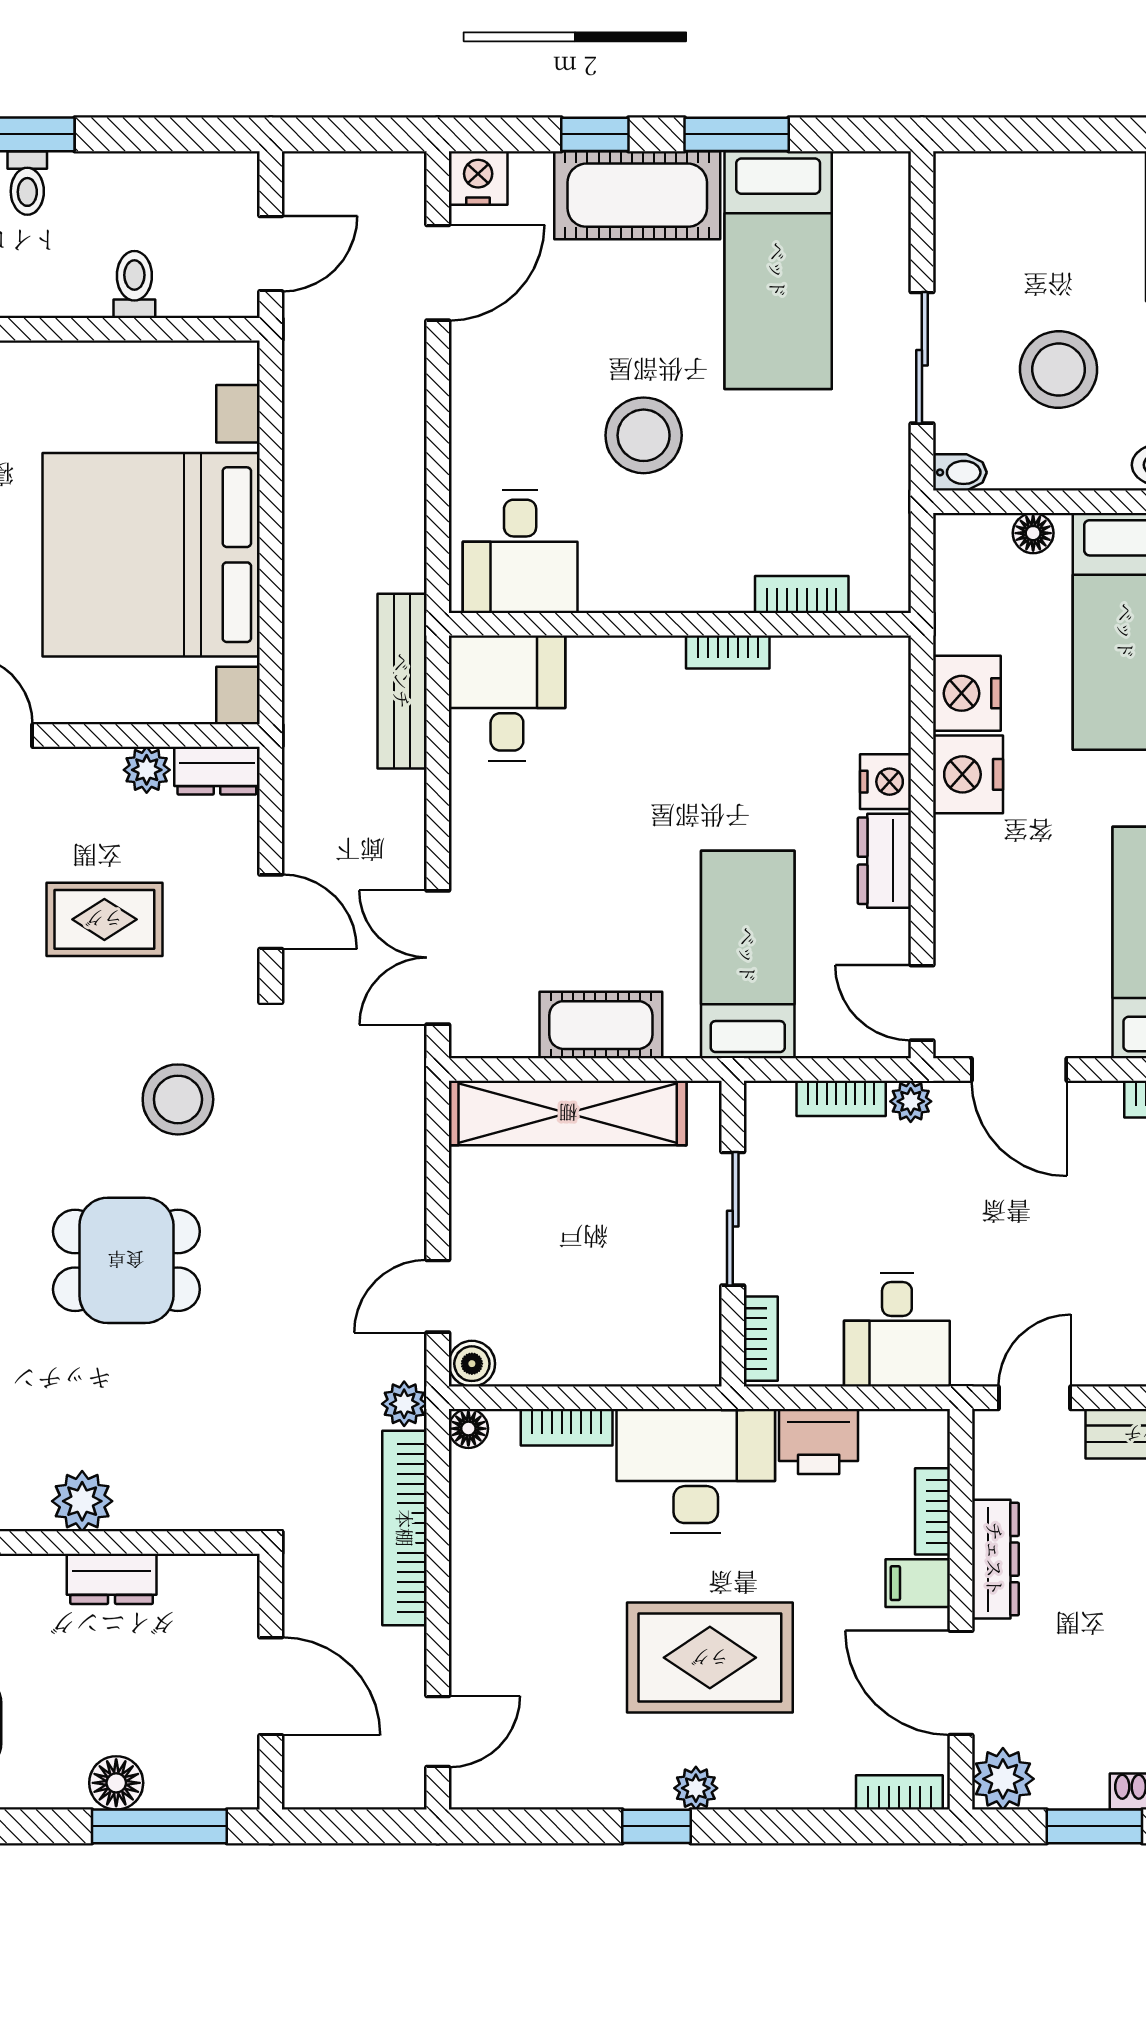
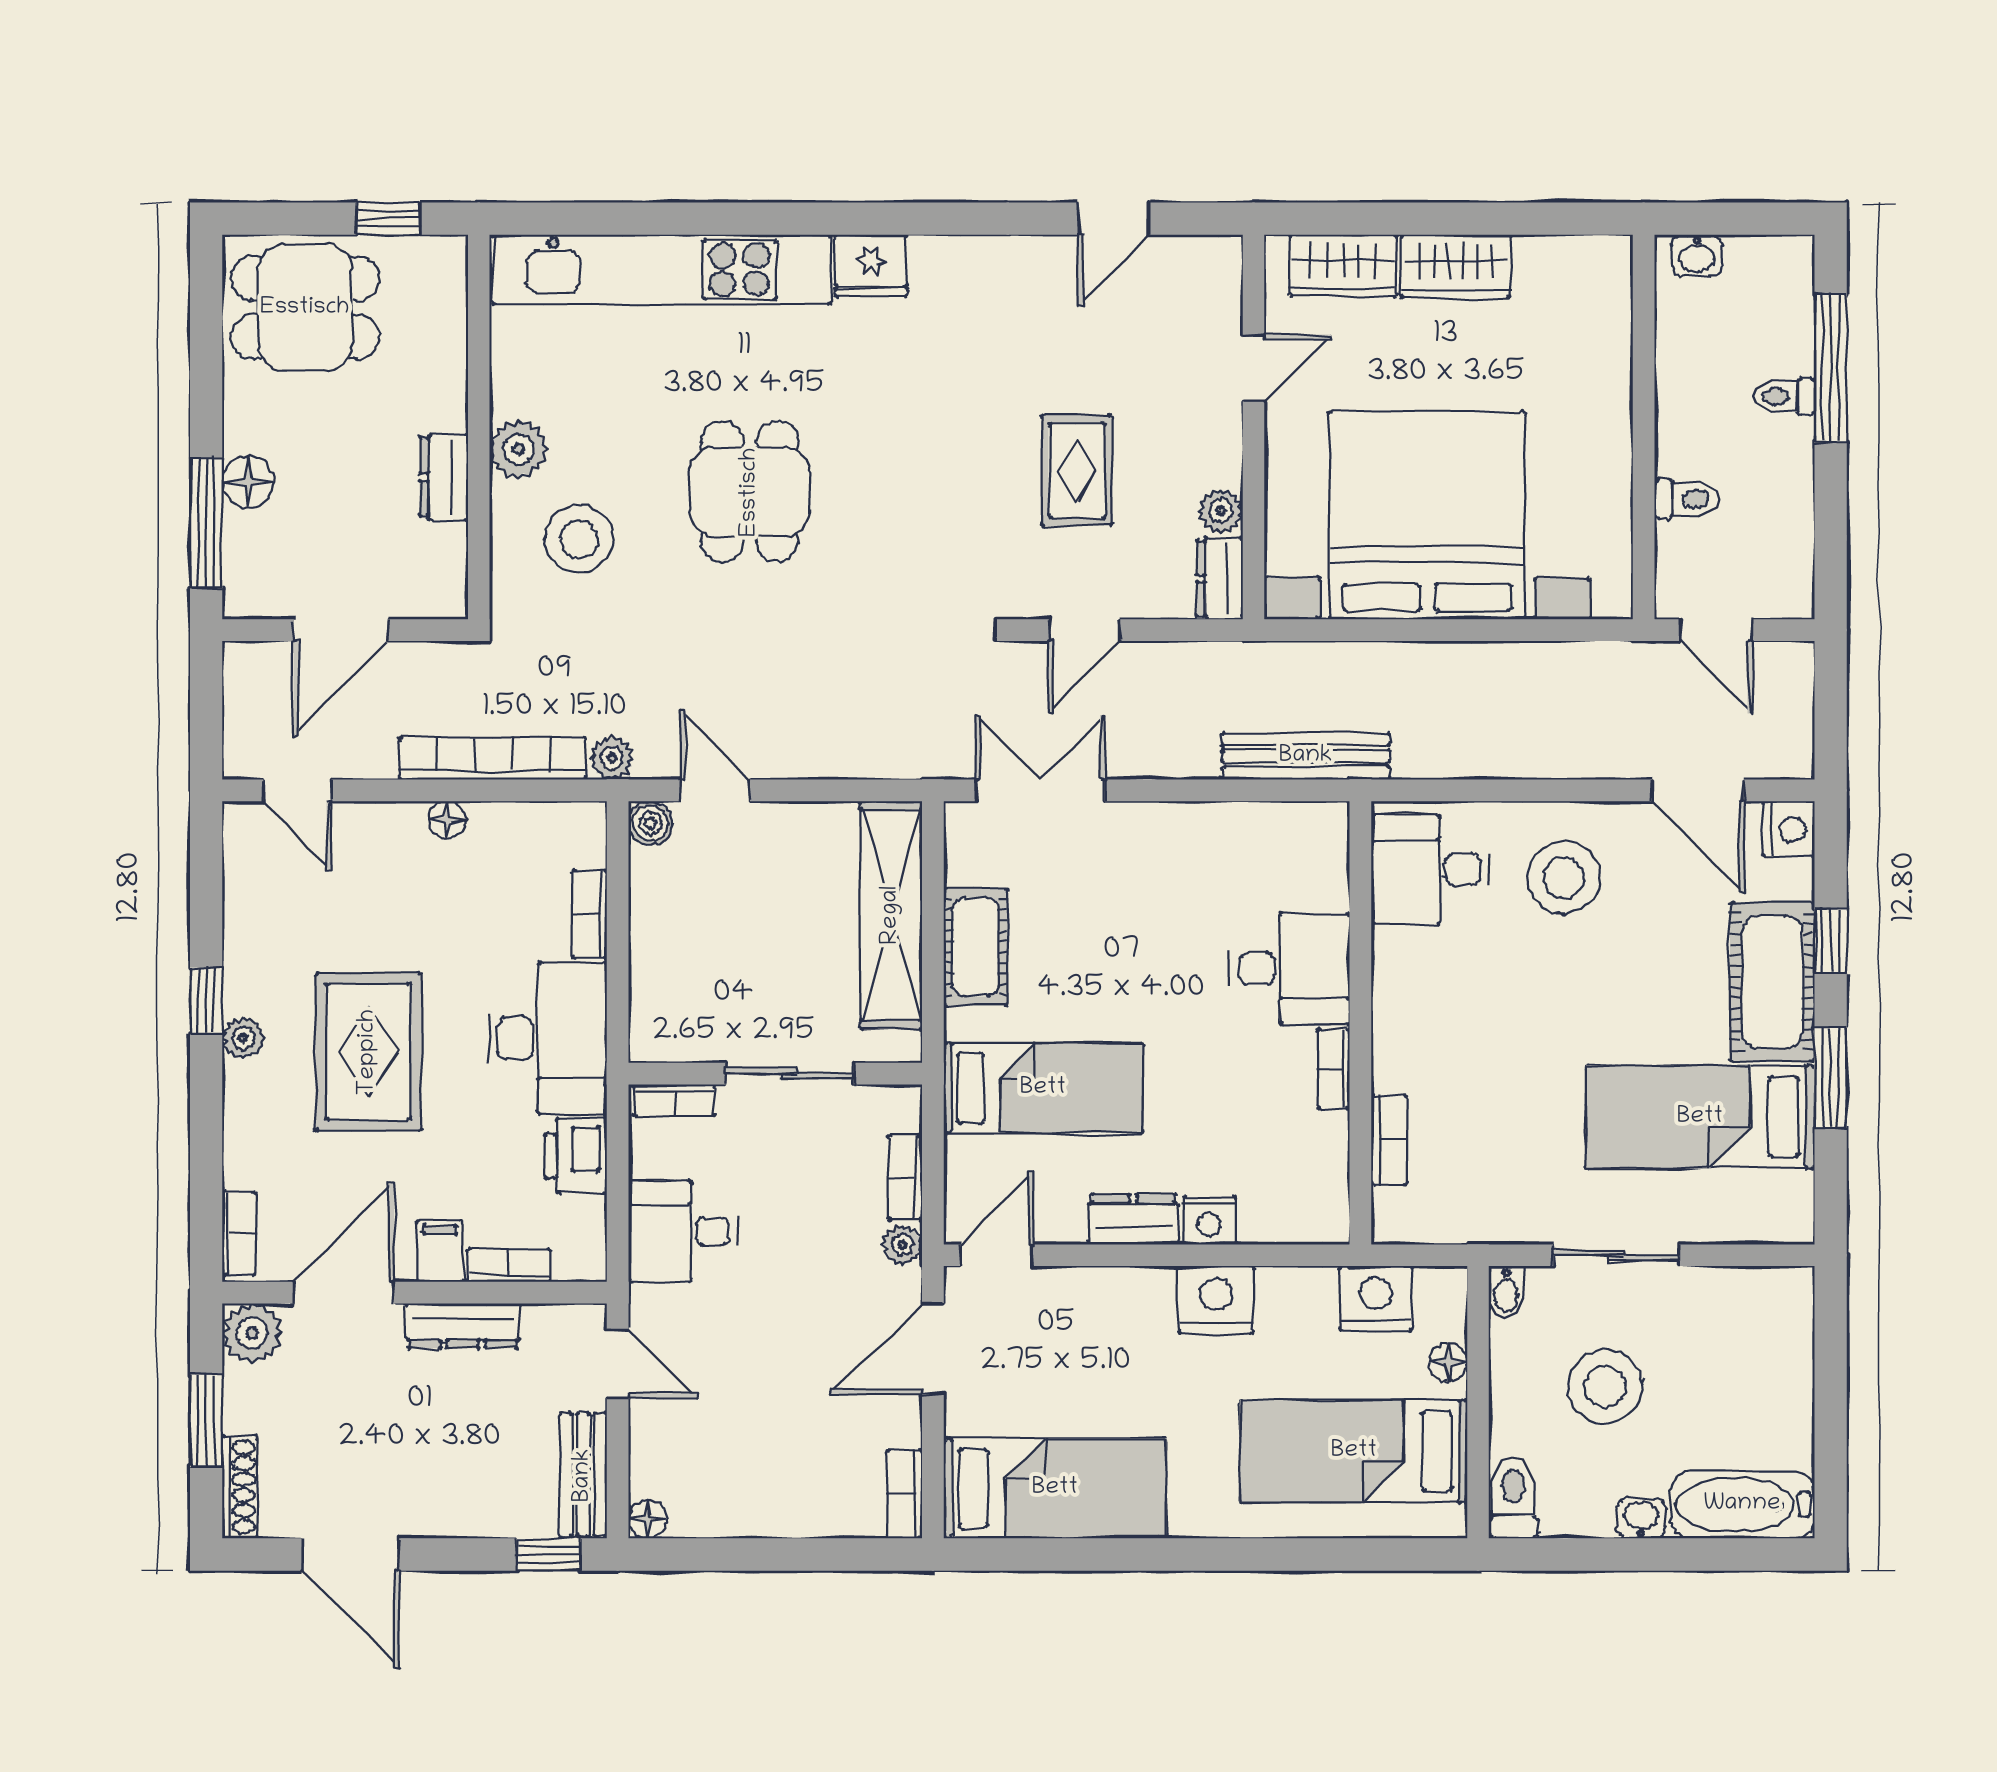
stool: (644, 435) -> (1564, 878), moved
nightstand: (967, 693) -> (1376, 1298), moved
desk: (507, 698) -> (1290, 969), moved
stool: (178, 1099) -> (579, 539), moved
floor lamp: (468, 1429) -> (447, 820), moved

